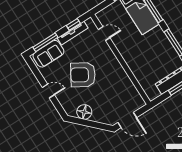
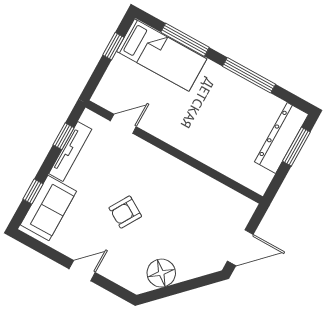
window: (45, 42) -> (33, 191), width x0.46
armchair: (83, 75) -> (125, 212), width x0.53, depth x0.53

